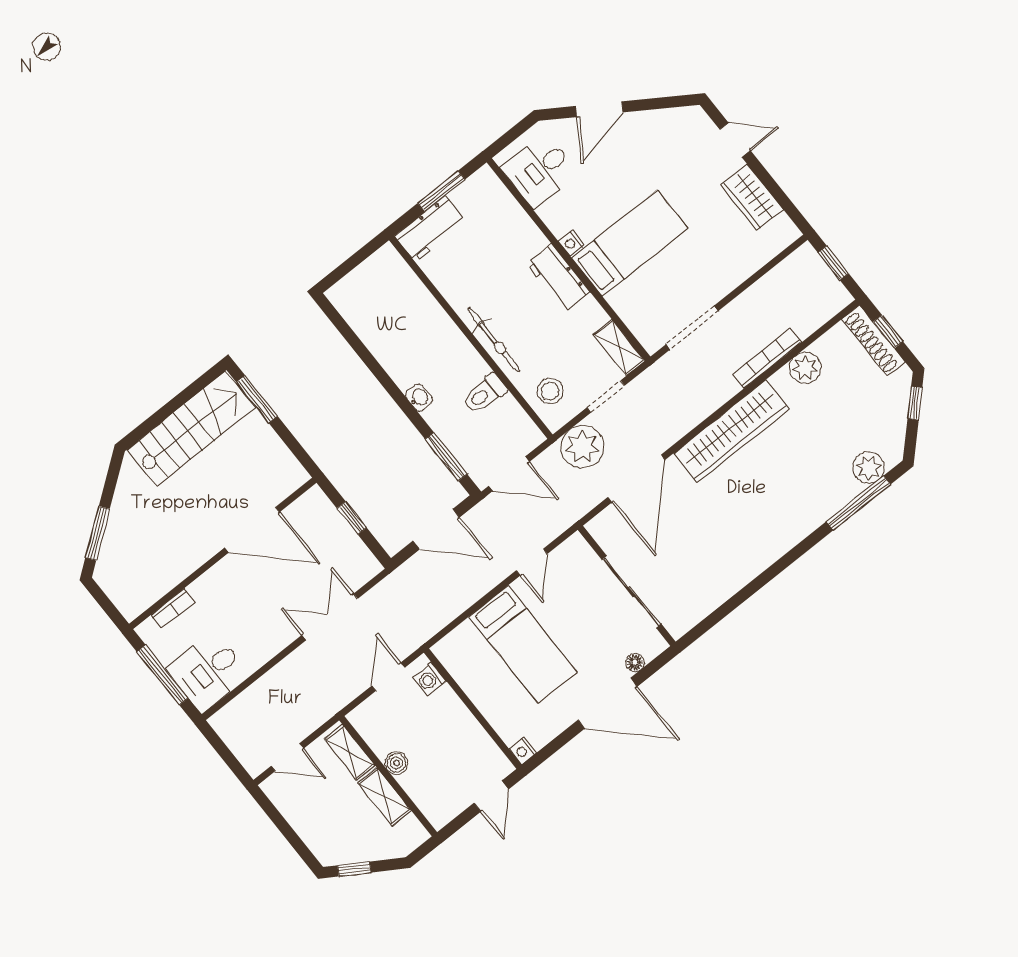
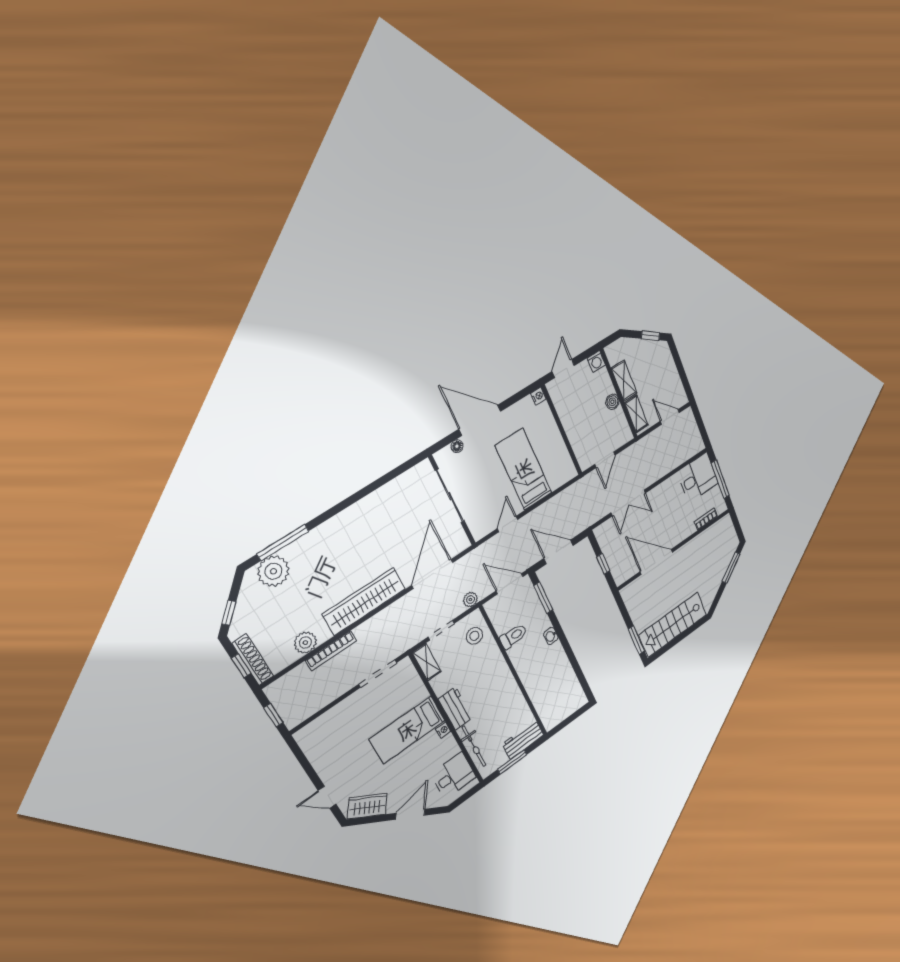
wardrobe: (752, 197) -> (367, 806), moved, turned -57
bicycle: (494, 340) -> (474, 746), moved, turned 180
plant: (582, 447) -> (470, 600), width x0.53, depth x0.53
plant: (869, 468) -> (273, 571), width x1.36, depth x1.36
washing machine: (430, 679) -> (596, 361), moved, turned 90

